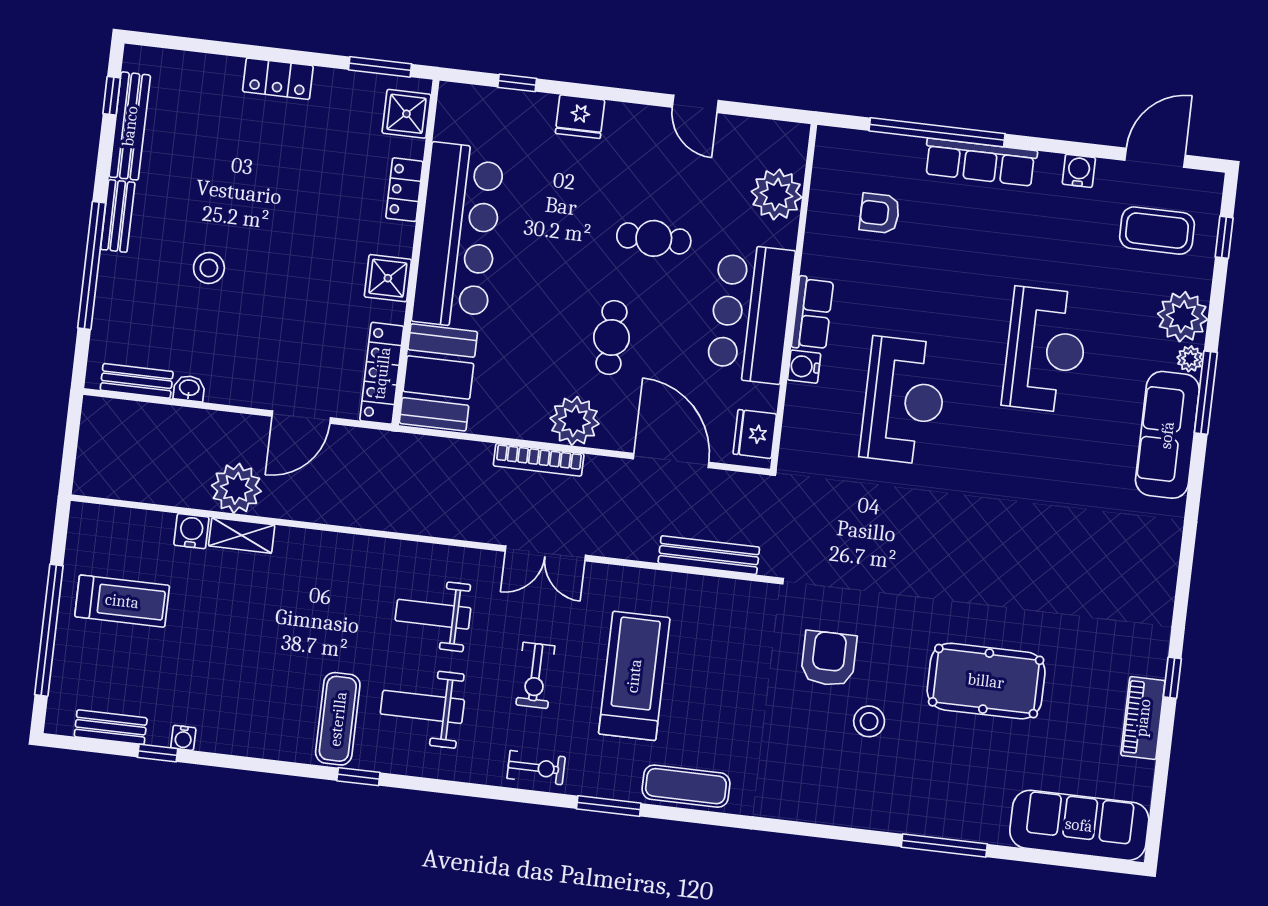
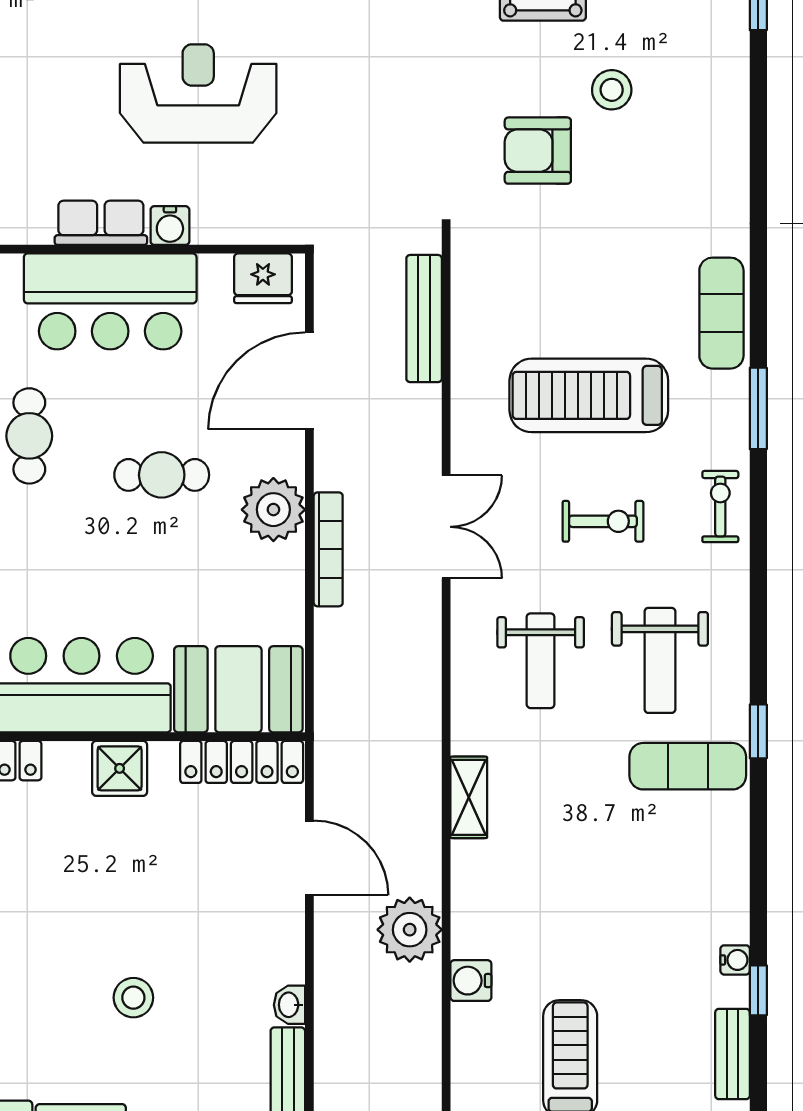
shelving: (242, 535) -> (469, 797), moved

